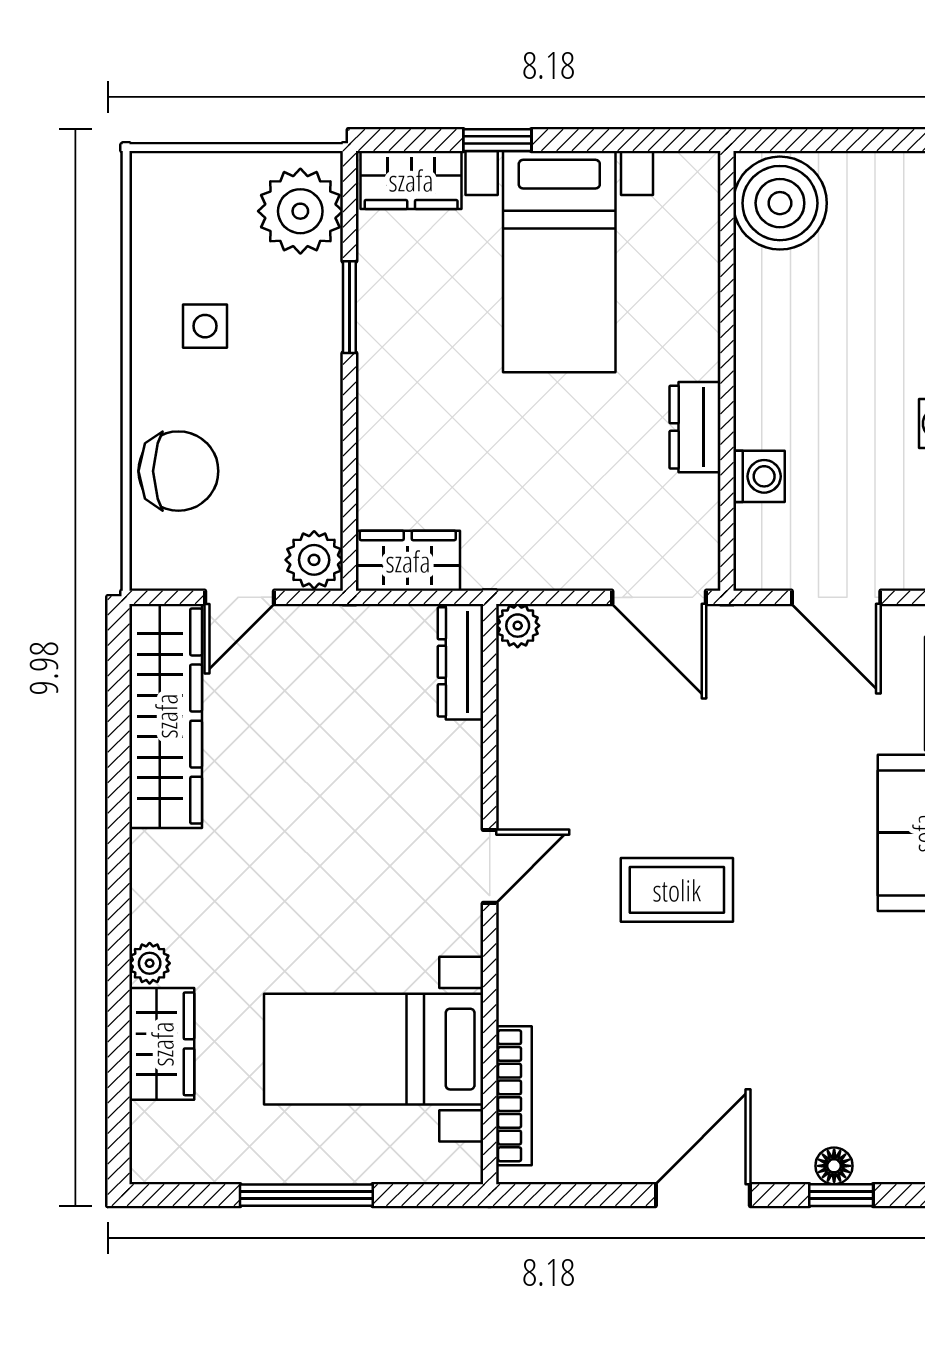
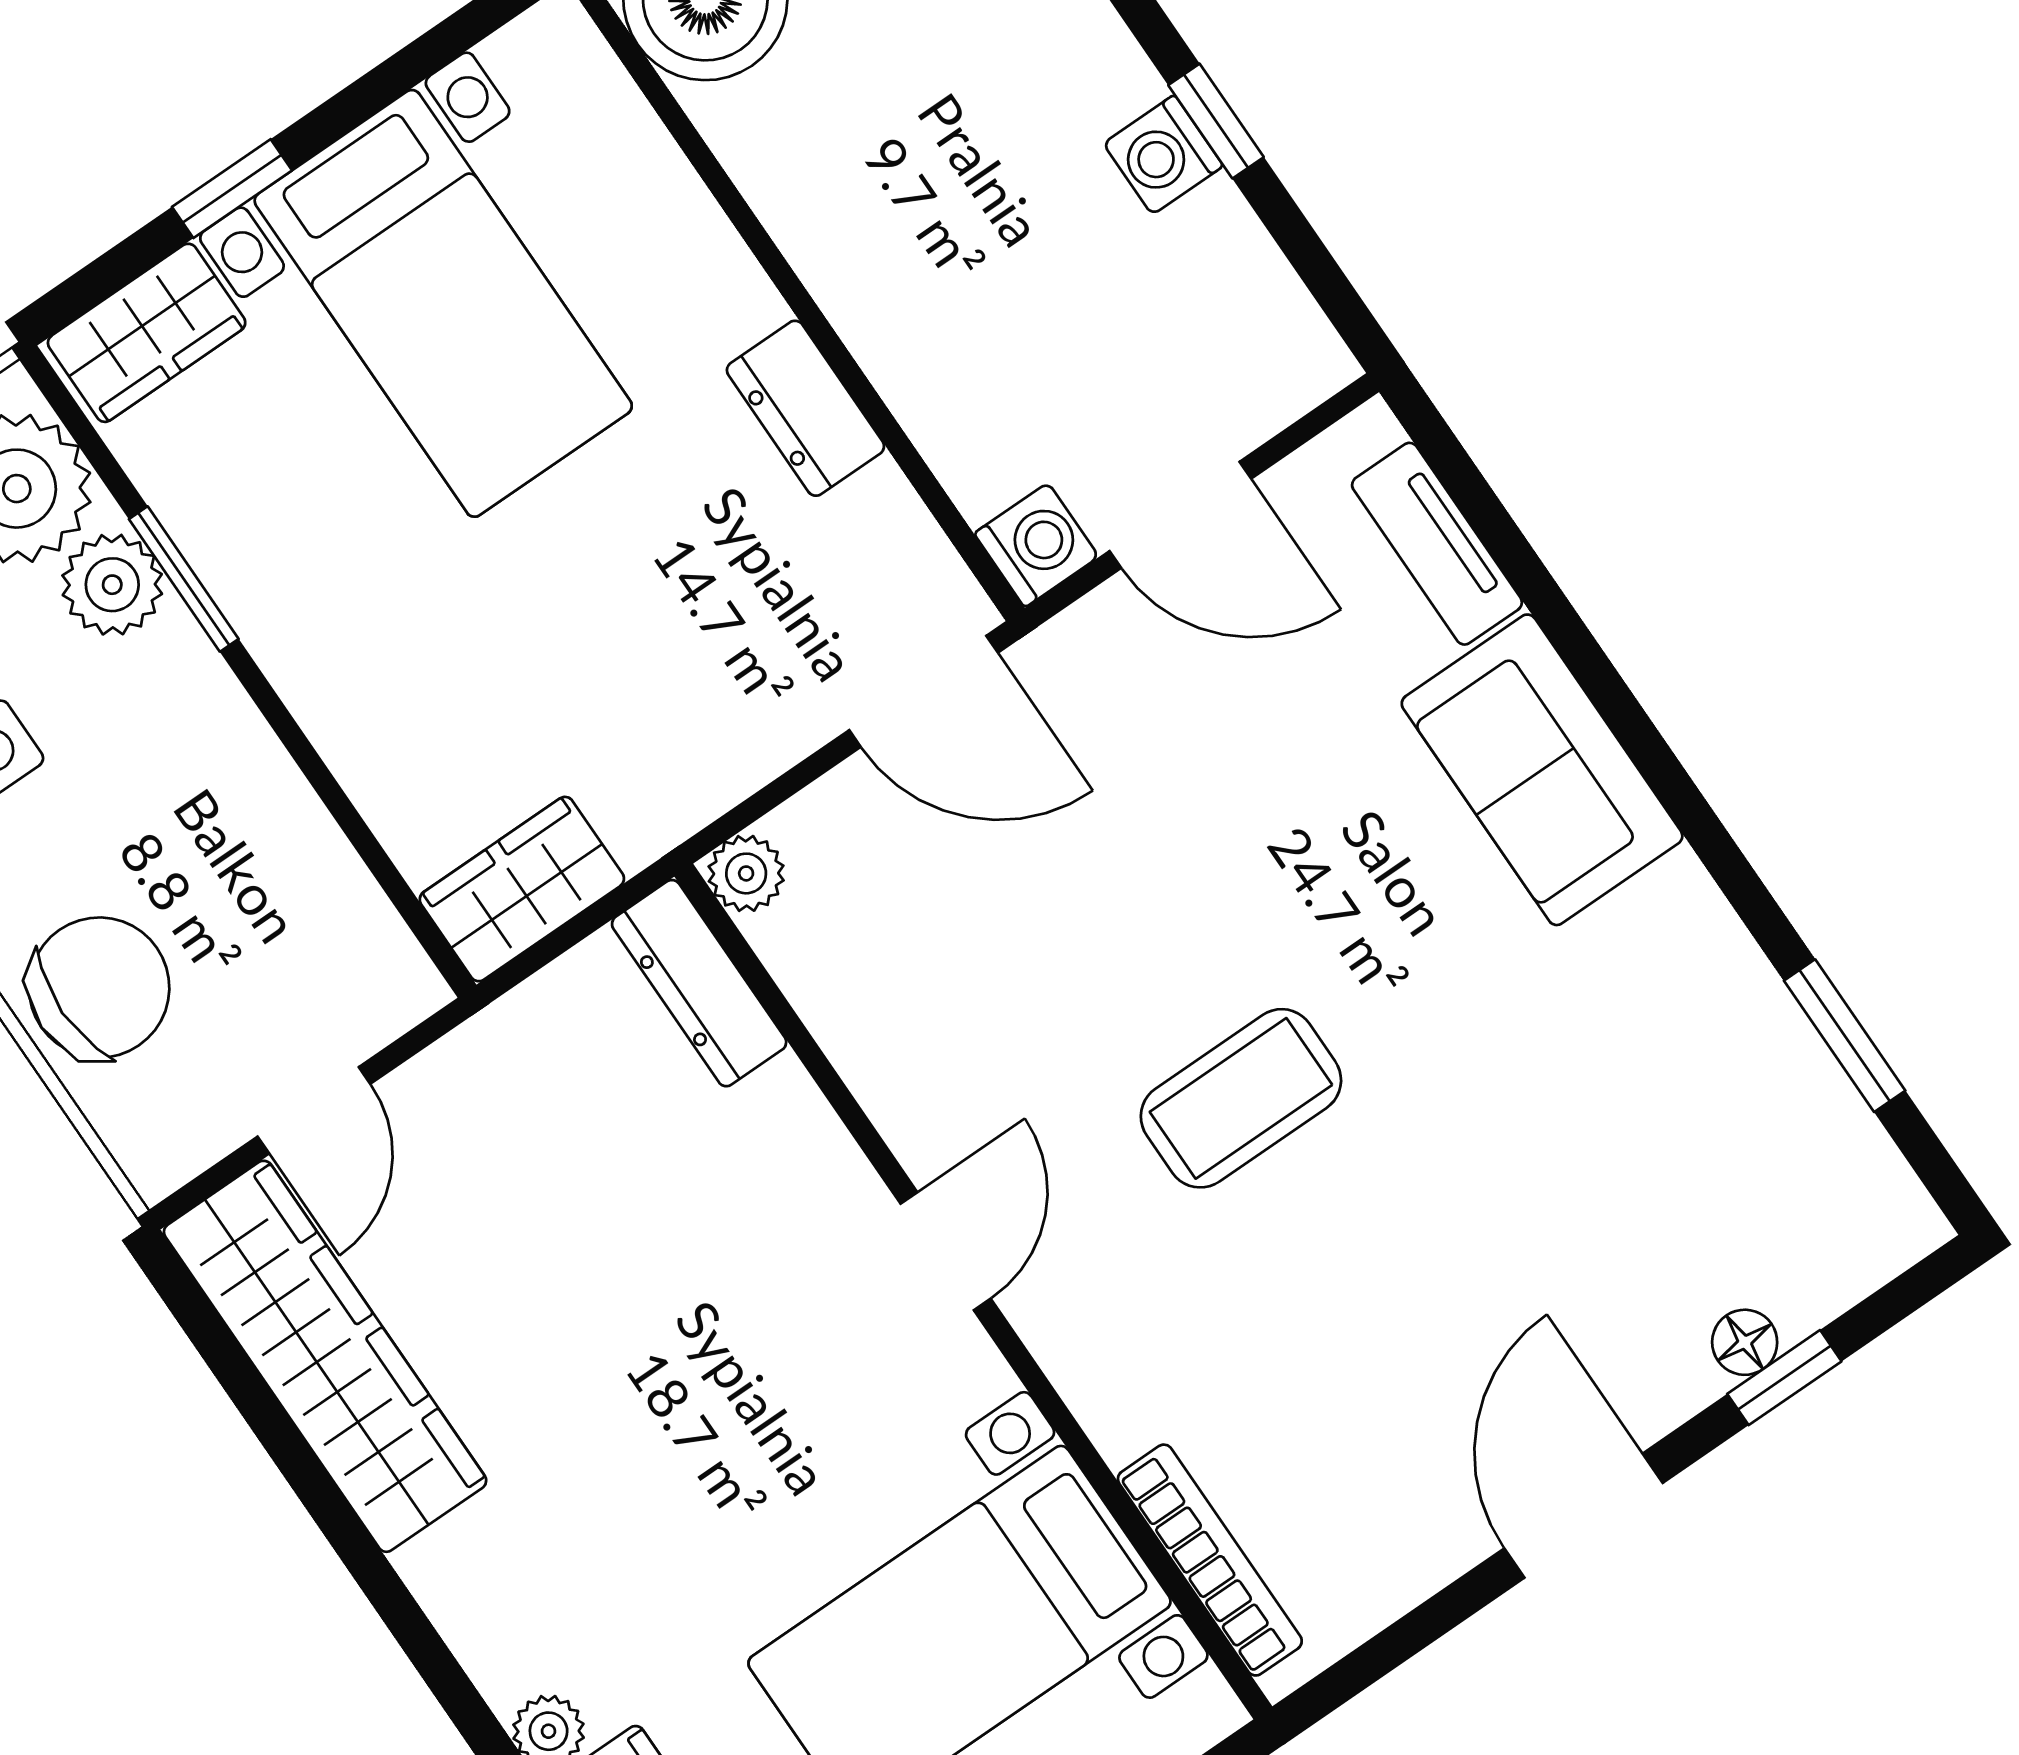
washing machine: (759, 476) -> (1036, 545), moved
plant: (314, 560) -> (112, 585), moved

